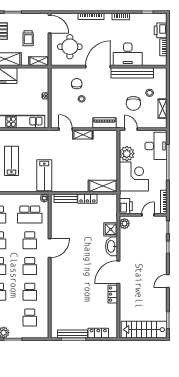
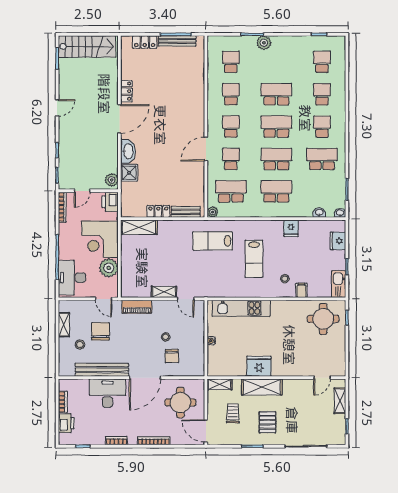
lab bench: (44, 175) -> (213, 241), turned -90

